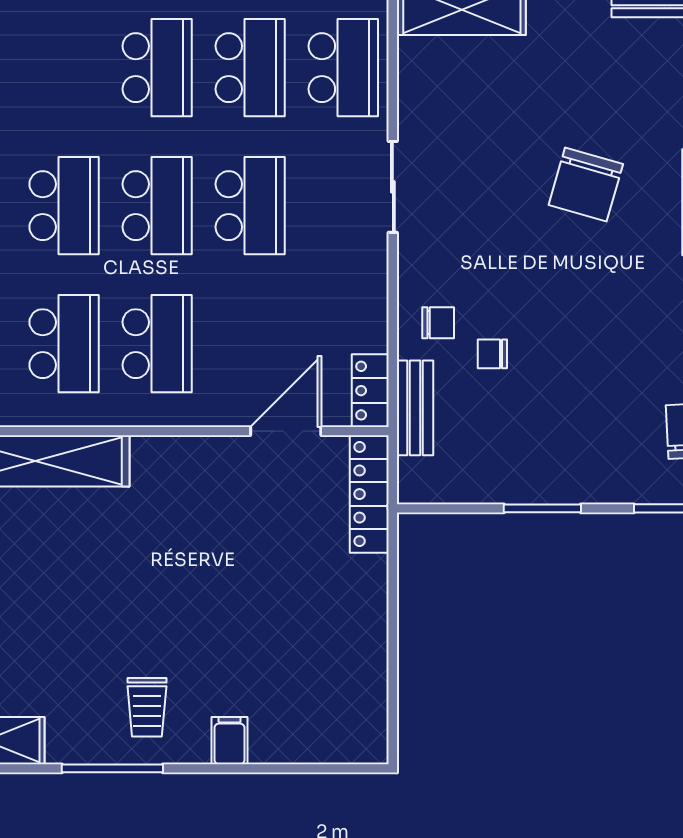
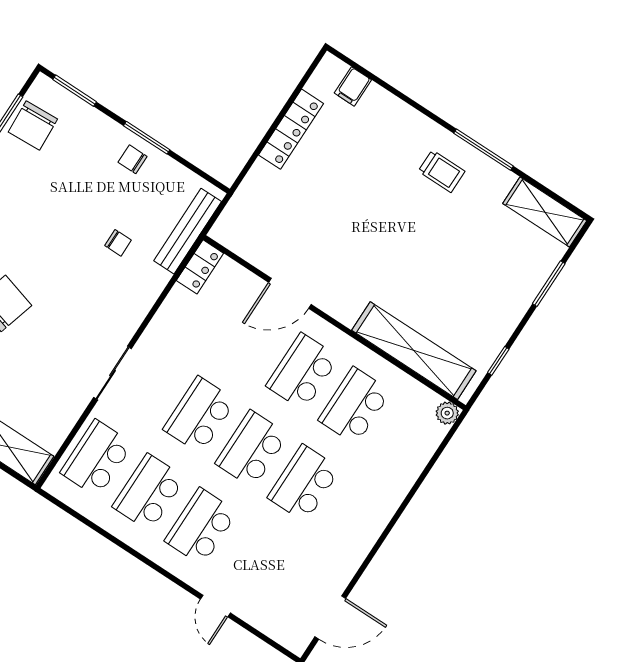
chair: (438, 323) -> (133, 159), moved
bench: (415, 408) -> (188, 231), width x1.36
door: (286, 431) -> (290, 293), moved
locker: (369, 494) -> (291, 129), moved
trolley: (147, 707) -> (442, 171), turned 90
filing cabinet: (229, 741) -> (353, 86), moved

